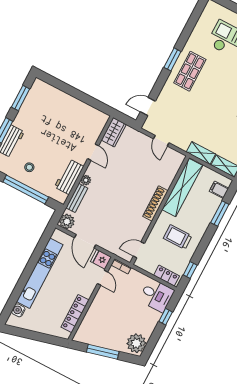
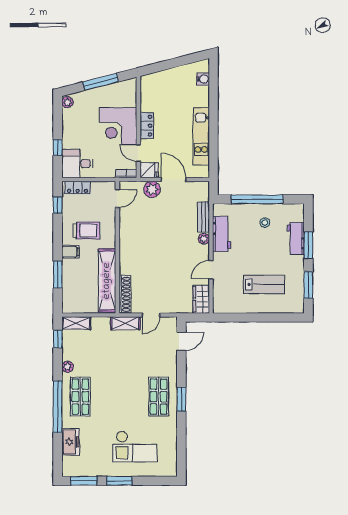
lab bench: (56, 117) -> (264, 285), added
door: (161, 141) -> (151, 315), swing flipped
door: (93, 152) -> (211, 270), hinge flipped
shelving: (201, 153) -> (125, 323), moved
filing cabinet: (219, 190) -> (70, 252), moved
shoe rack: (155, 203) -> (125, 294), moved
plant: (67, 221) -> (152, 189), moved
kitchen unit: (40, 273) -> (201, 136), width x0.73
corner desk: (107, 308) -> (118, 126), added
locker: (75, 314) -> (147, 126), moved, width x0.66
plant: (136, 343) -> (67, 102), width x0.53, depth x0.53

